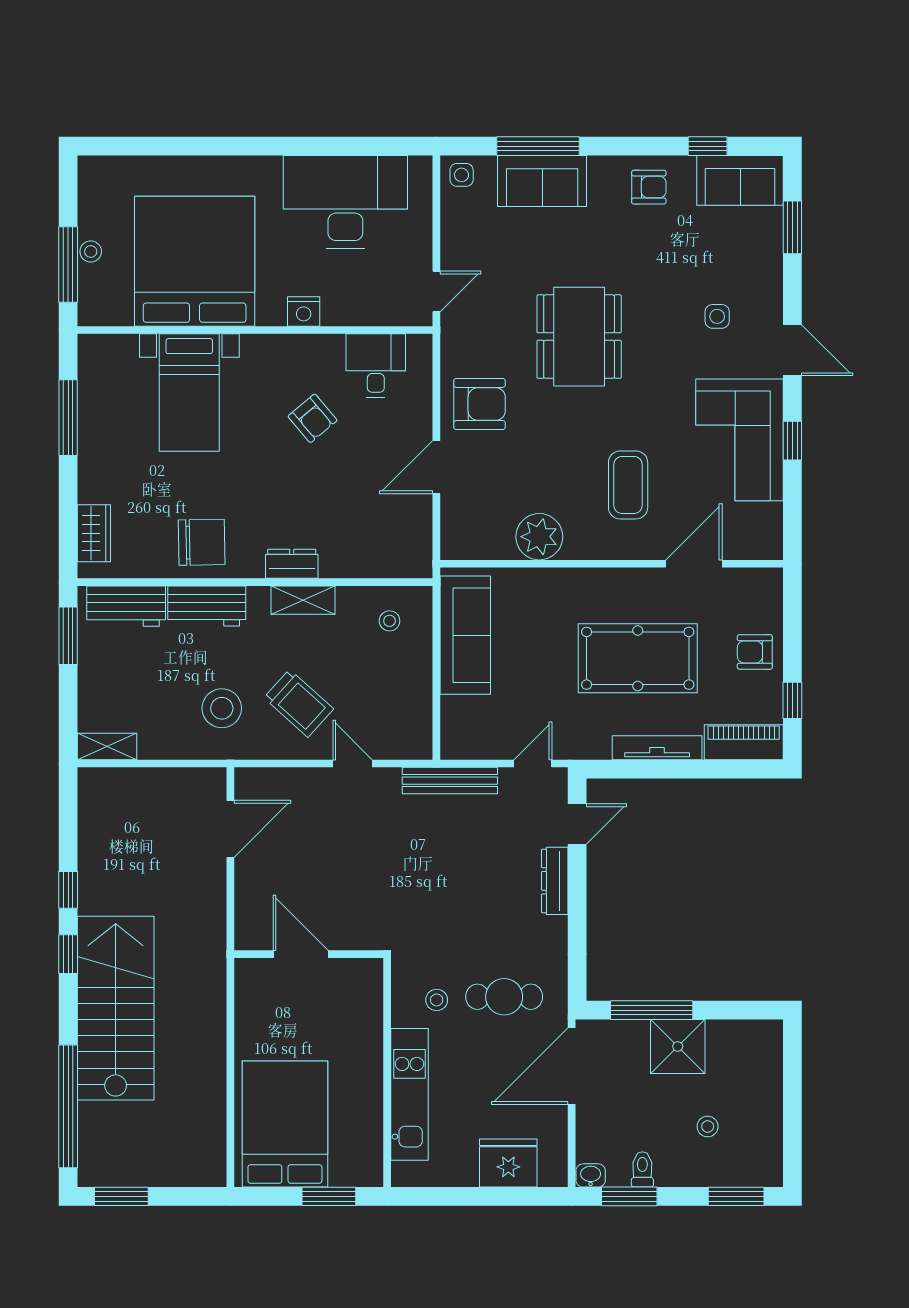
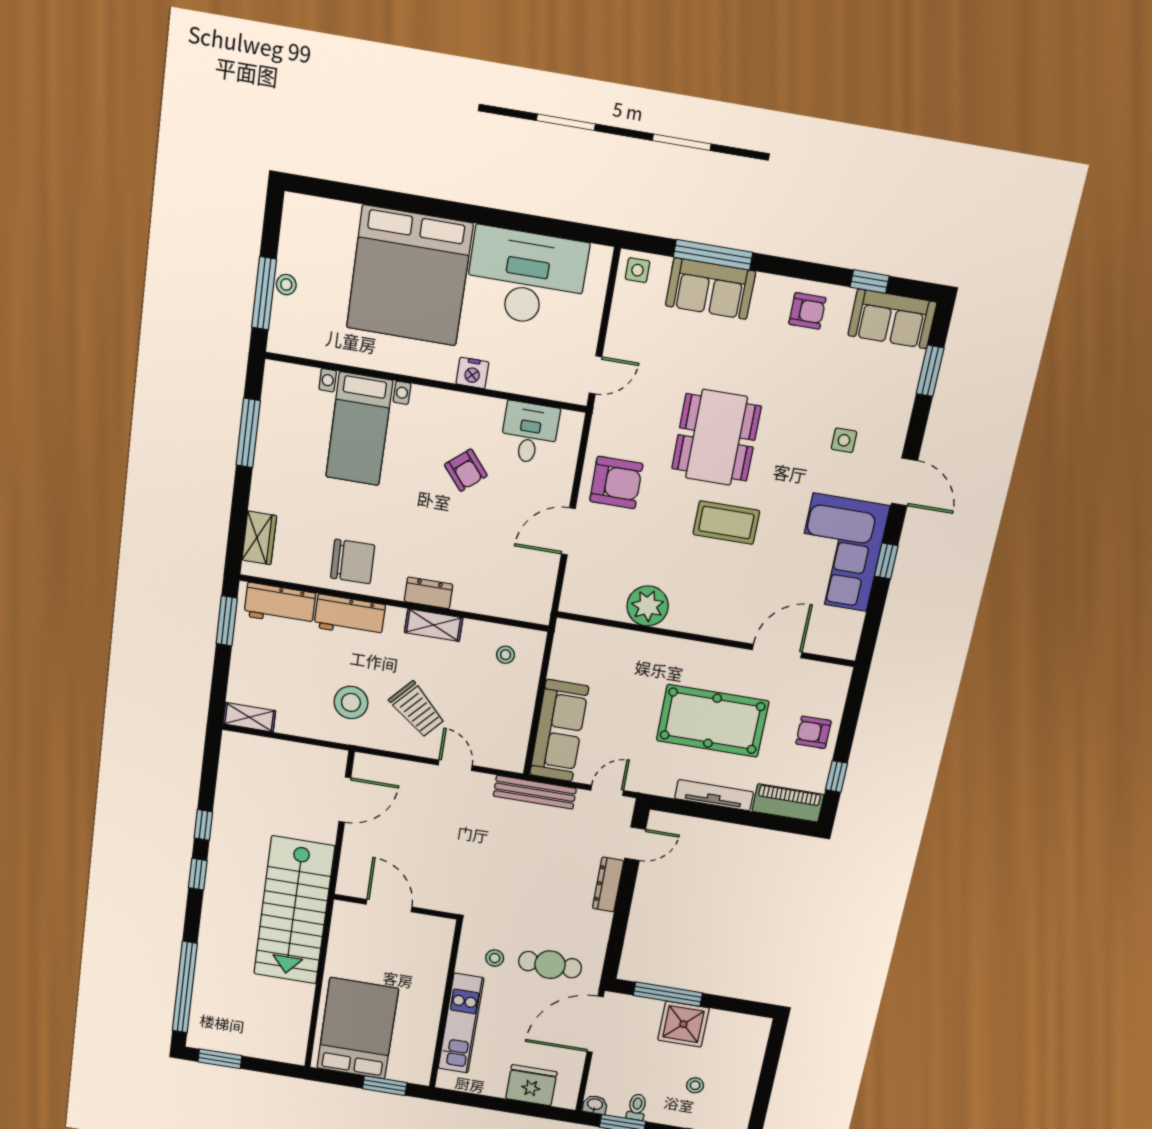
bed: (195, 261) -> (409, 276), moved, turned 180
coffee table: (628, 485) -> (726, 523), moved, turned 90
sofa: (465, 635) -> (559, 731), moved
stairs: (116, 1008) -> (294, 910), moved, turned 180

